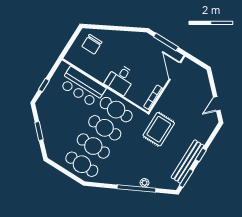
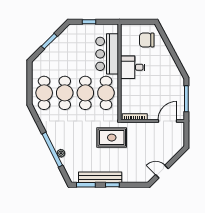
desk: (120, 79) -> (133, 67), moved

